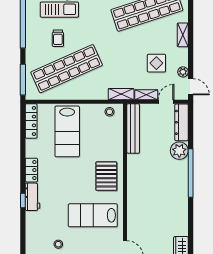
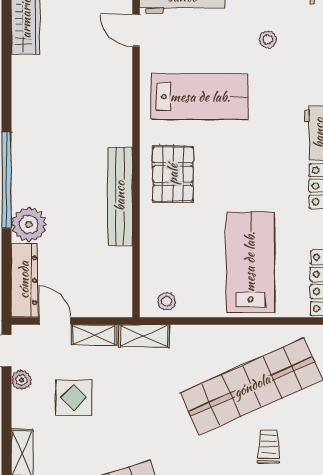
door: (166, 102) -> (55, 321), swing flipped
bench: (133, 129) -> (120, 196), moved

